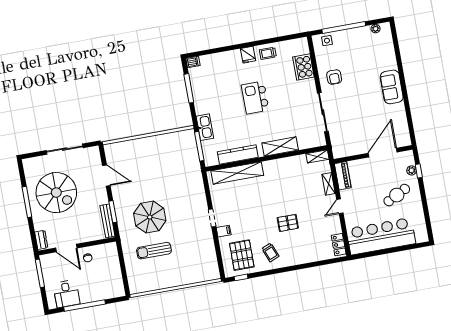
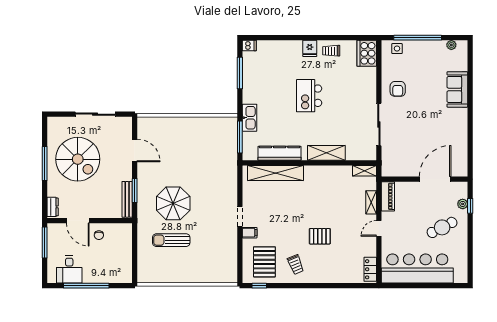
cooker: (303, 67) -> (367, 53), moved
sofa: (392, 87) -> (457, 89), moved

